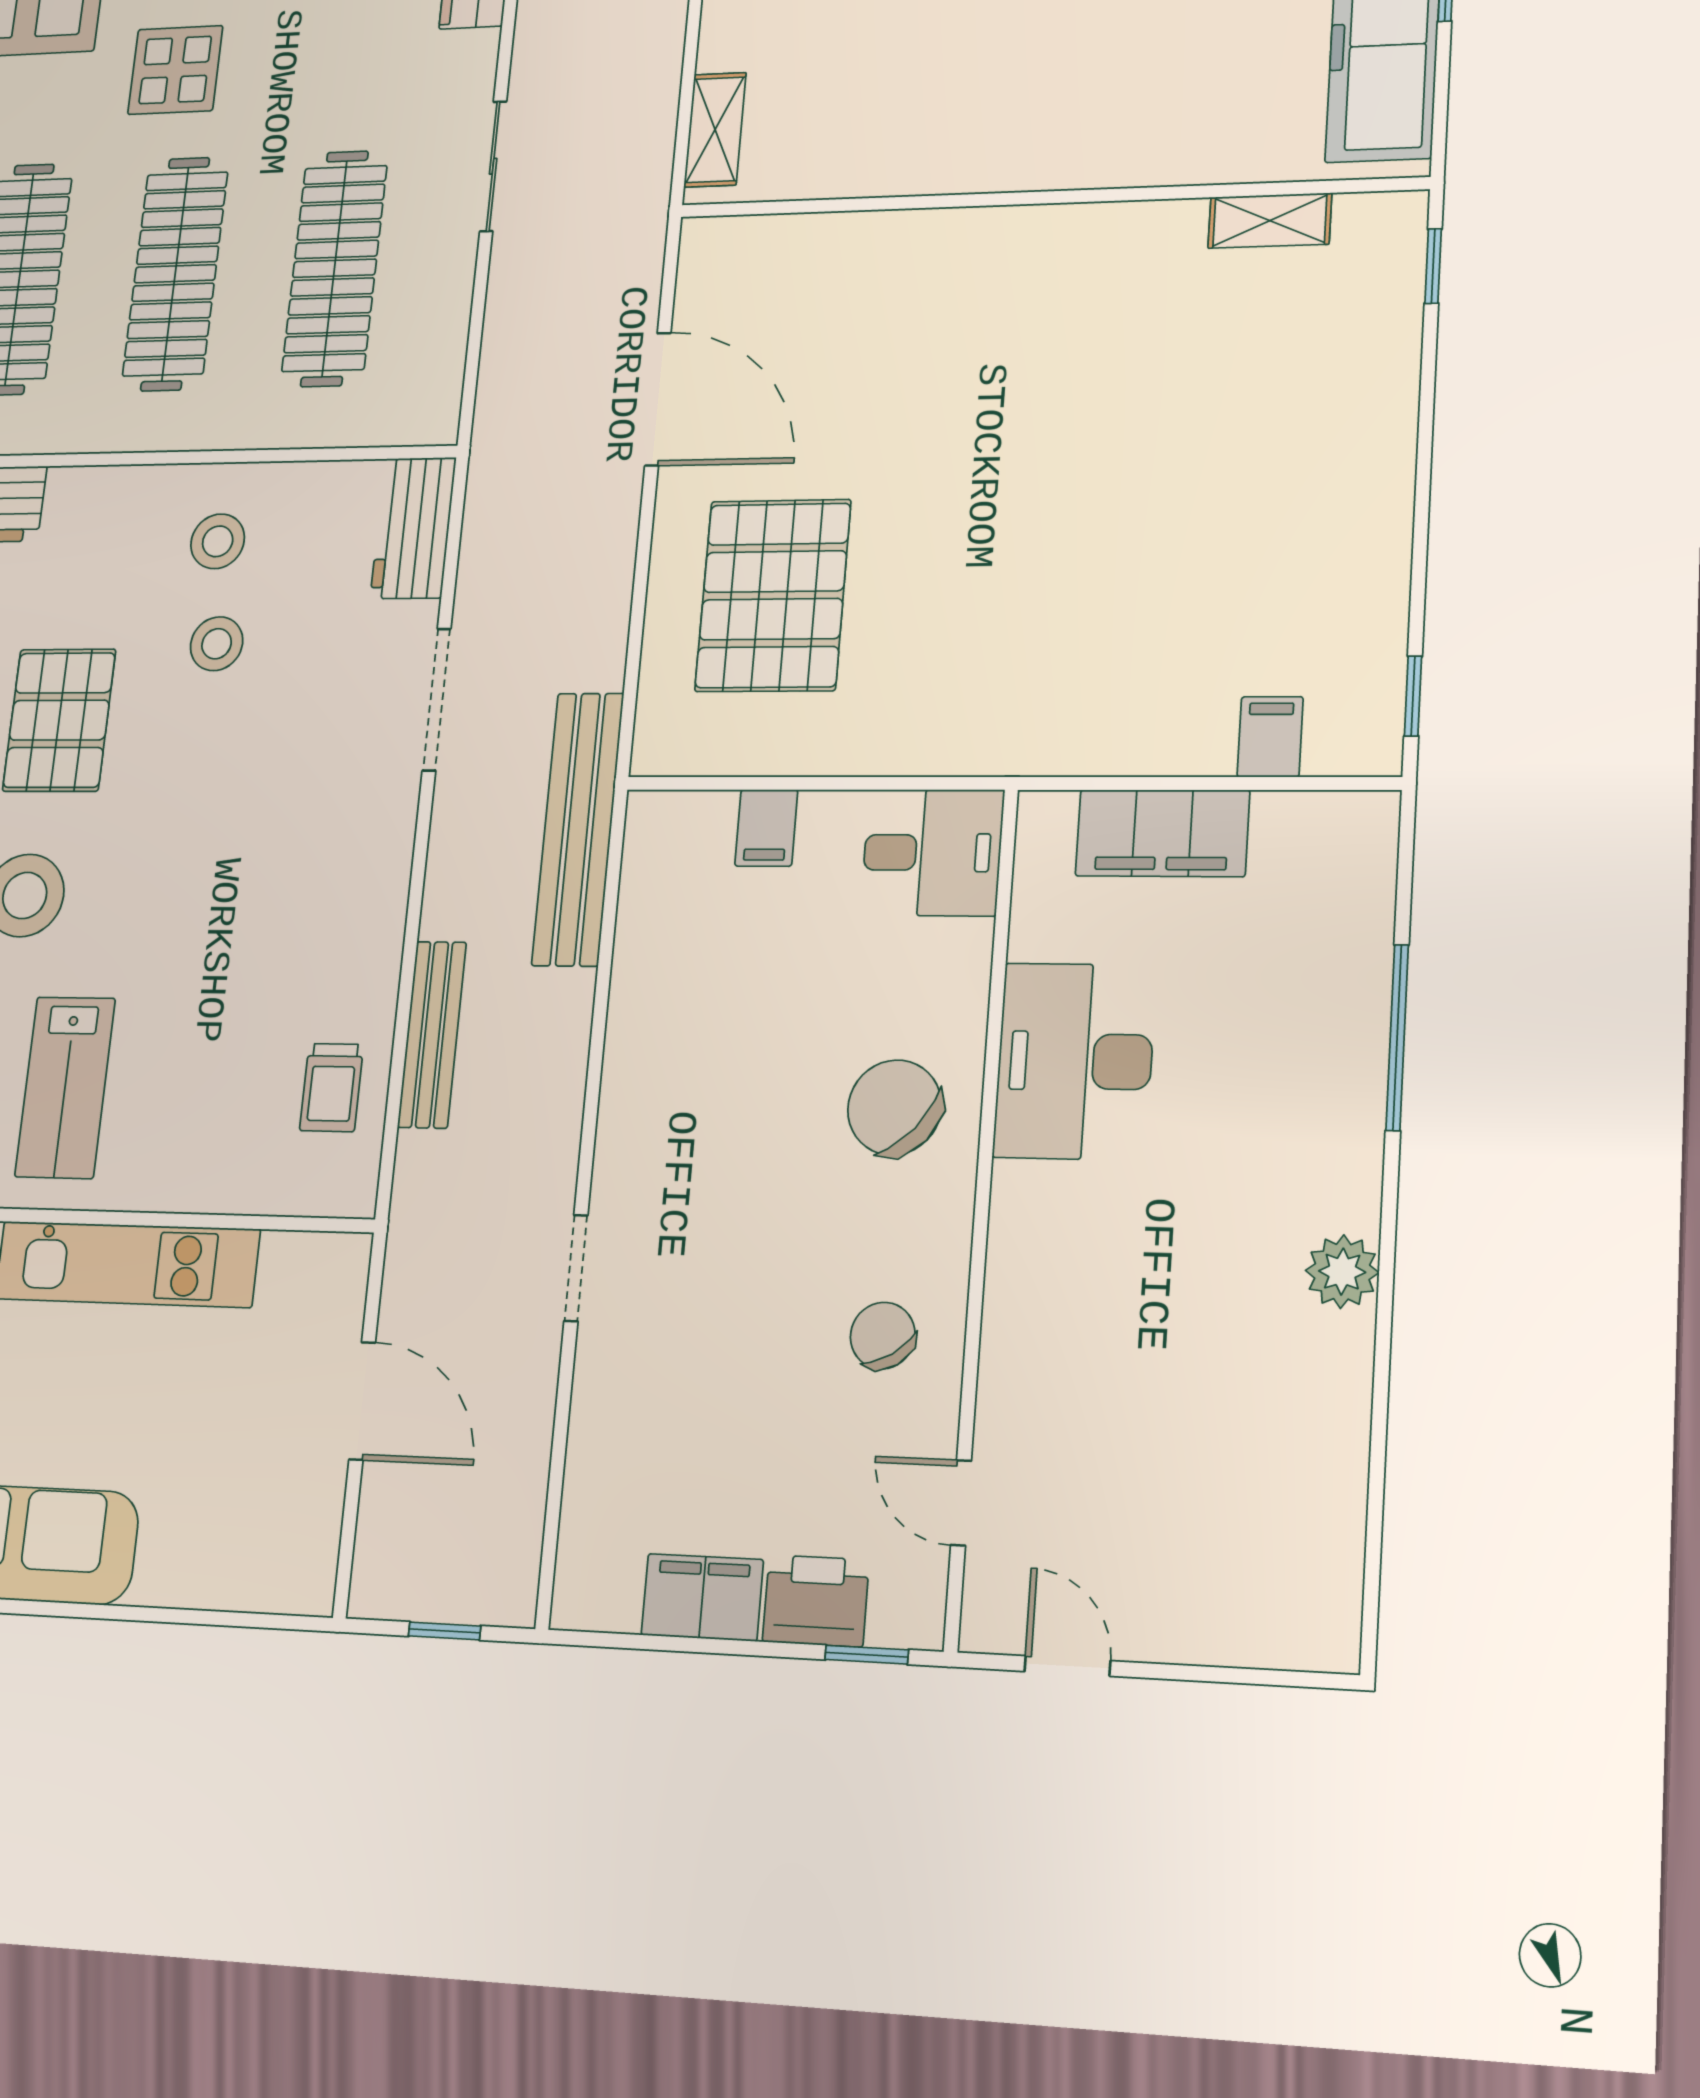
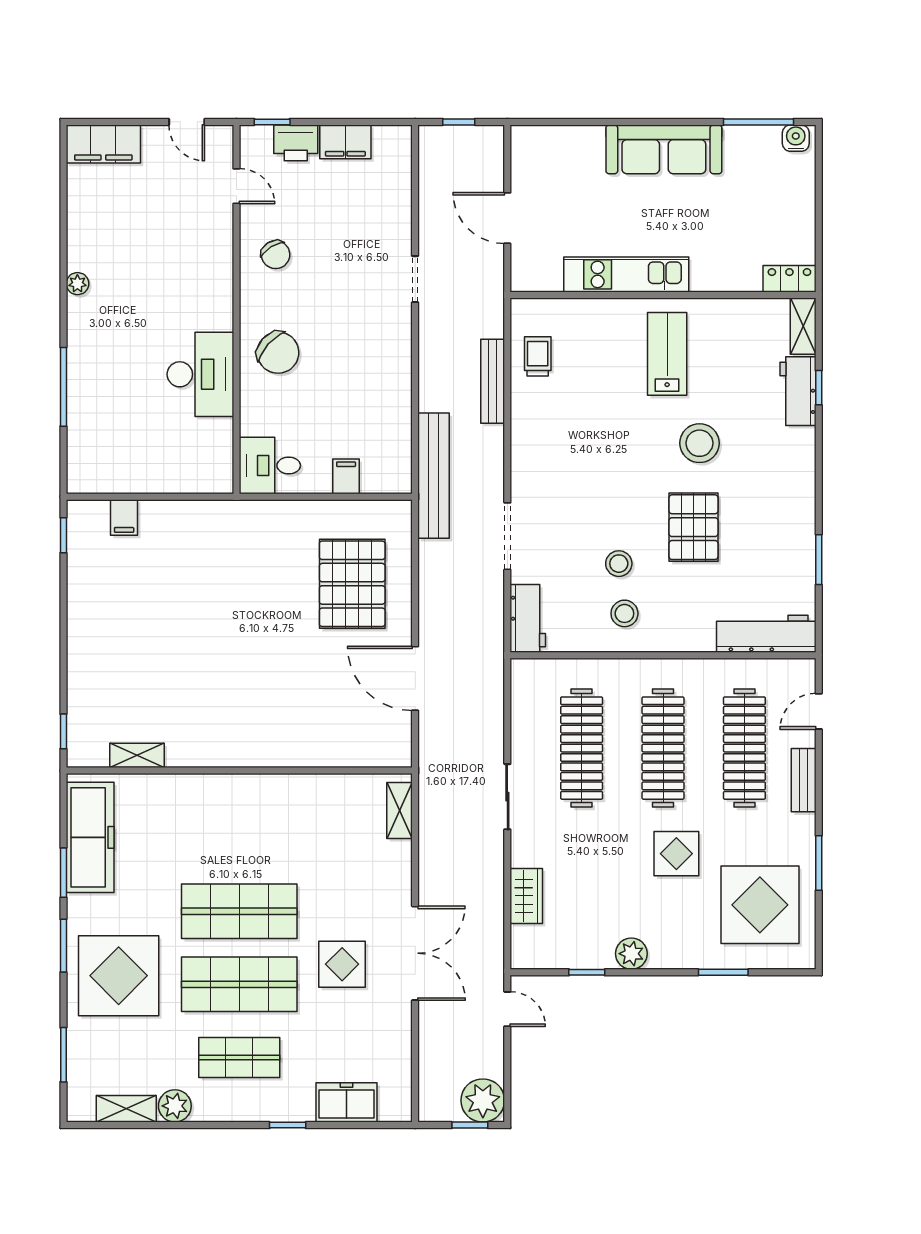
filing cabinet: (1162, 833) -> (103, 144), moved, turned 180
plant: (1342, 1272) -> (77, 284), width x0.73, depth x0.73

